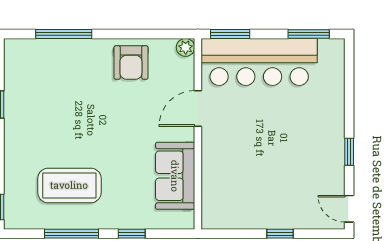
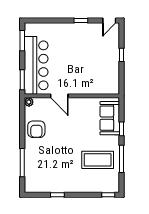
armchair: (131, 63) -> (36, 129), turned 90
sofa: (175, 176) -> (110, 118), moved, turned 90
coffee table: (69, 185) -> (98, 160), turned 90

